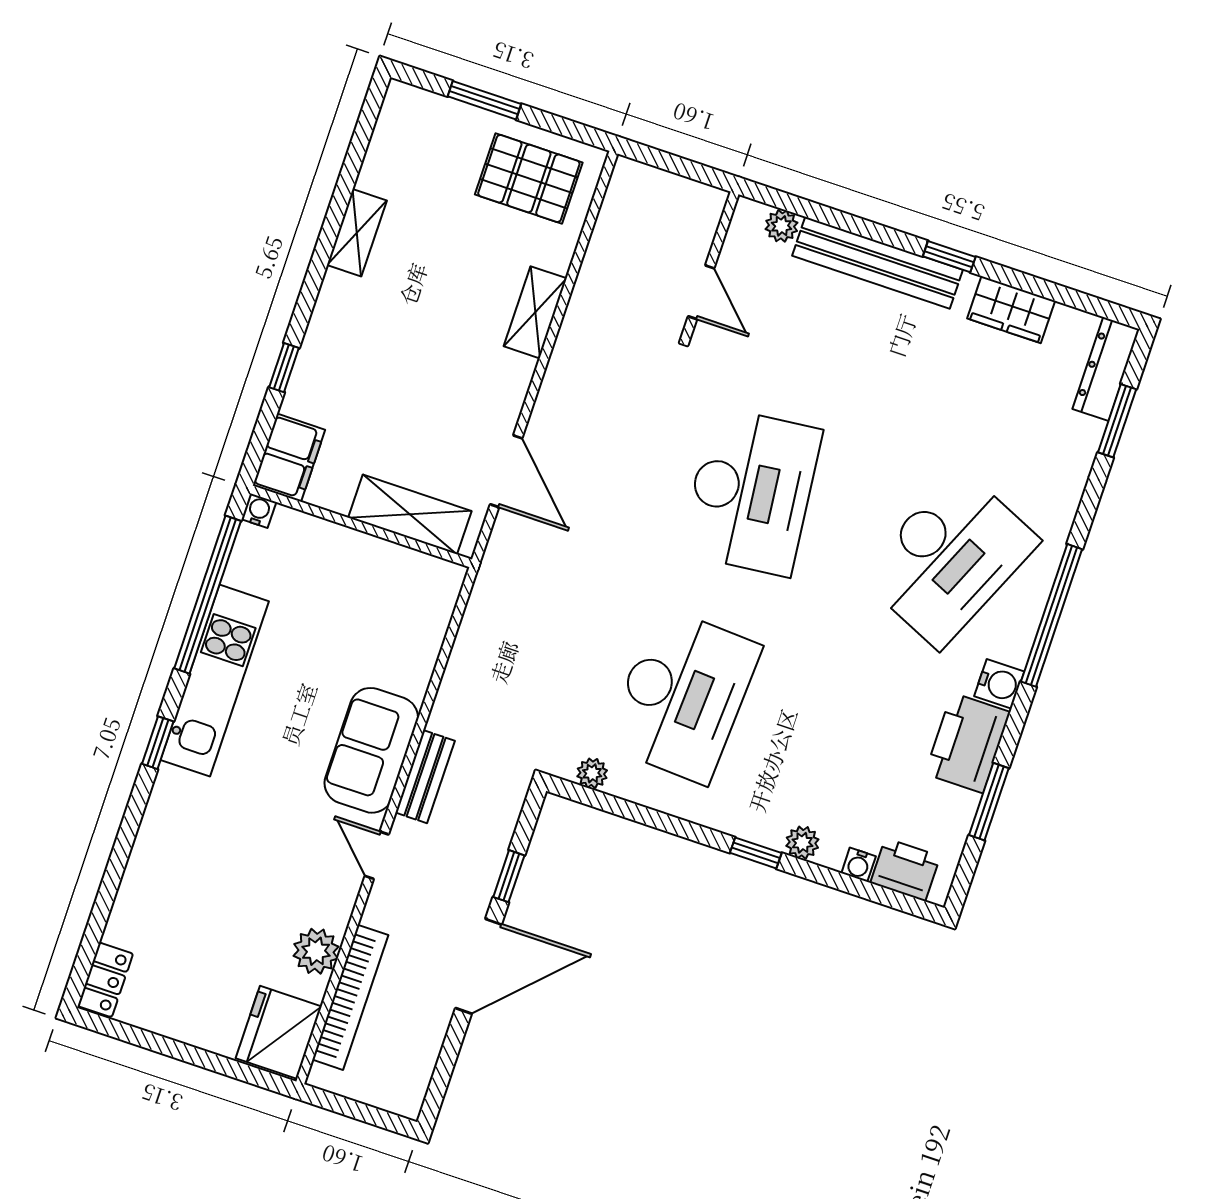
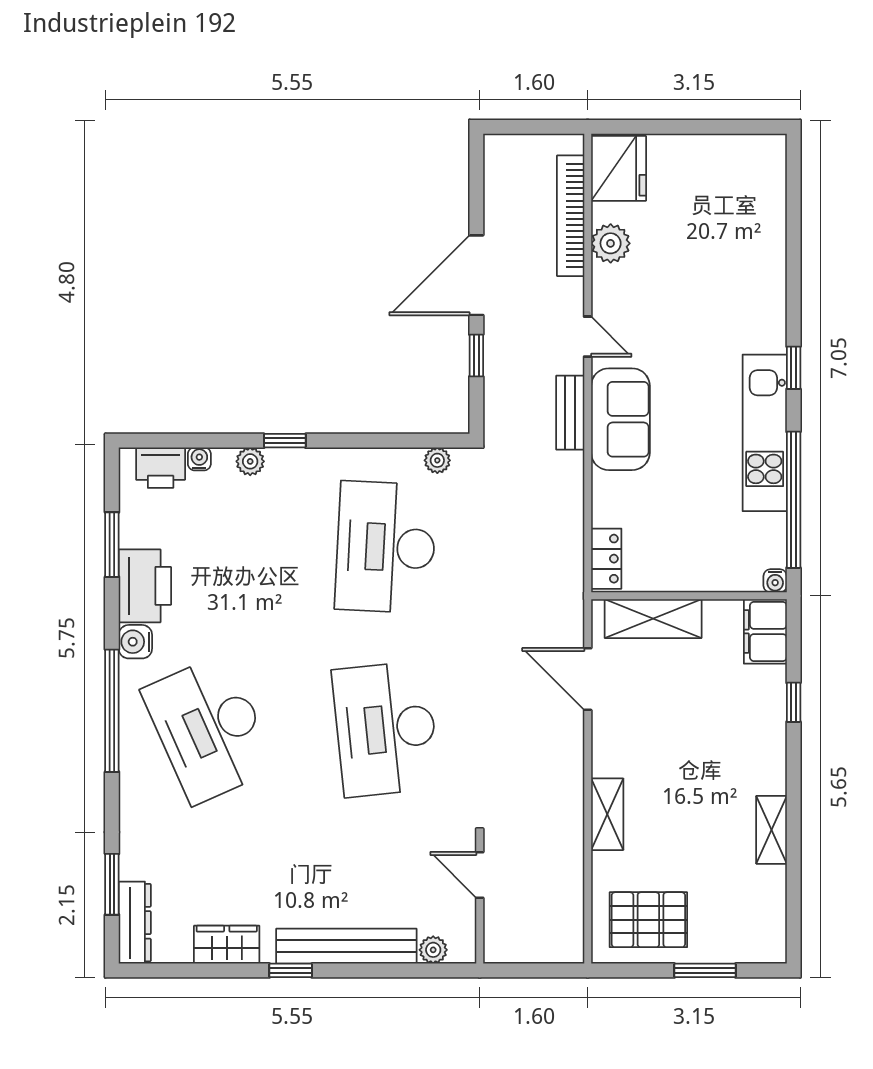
desk: (949, 558) -> (209, 729), turned -48
locker: (105, 980) -> (606, 559), moved, turned 180

